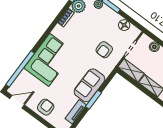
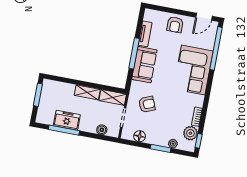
armchair: (104, 50) -> (147, 104), turned 67
window: (94, 100) -> (134, 53), width x1.44

